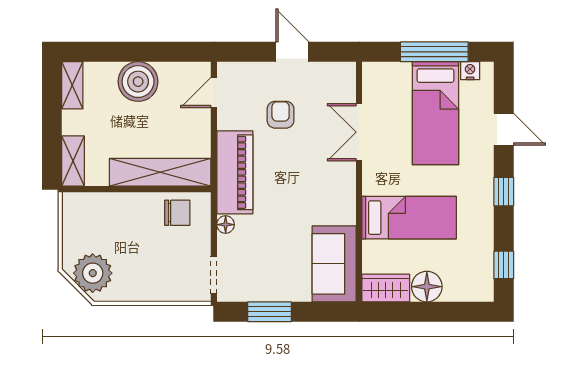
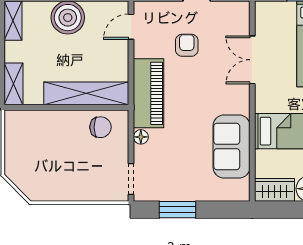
sofa: (334, 264) -> (231, 147), moved
plant: (93, 273) -> (30, 178), removed

